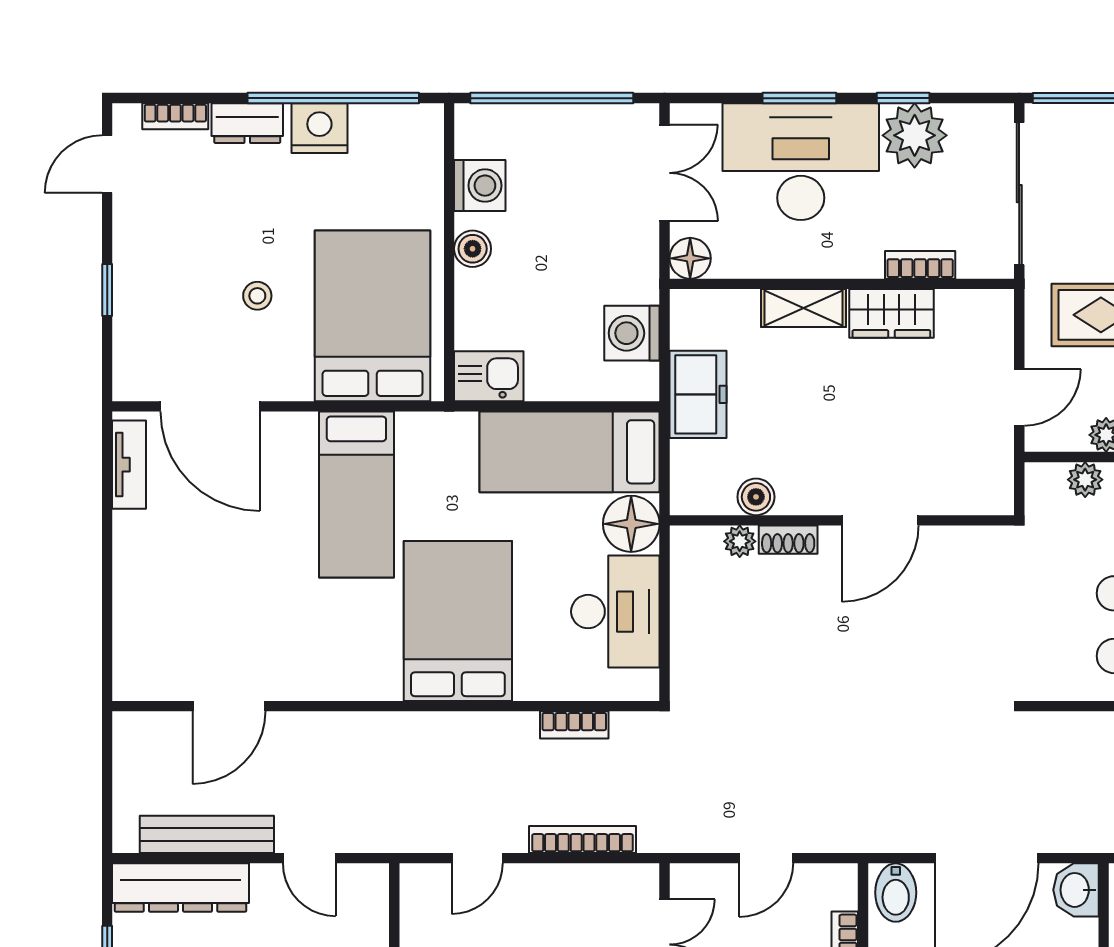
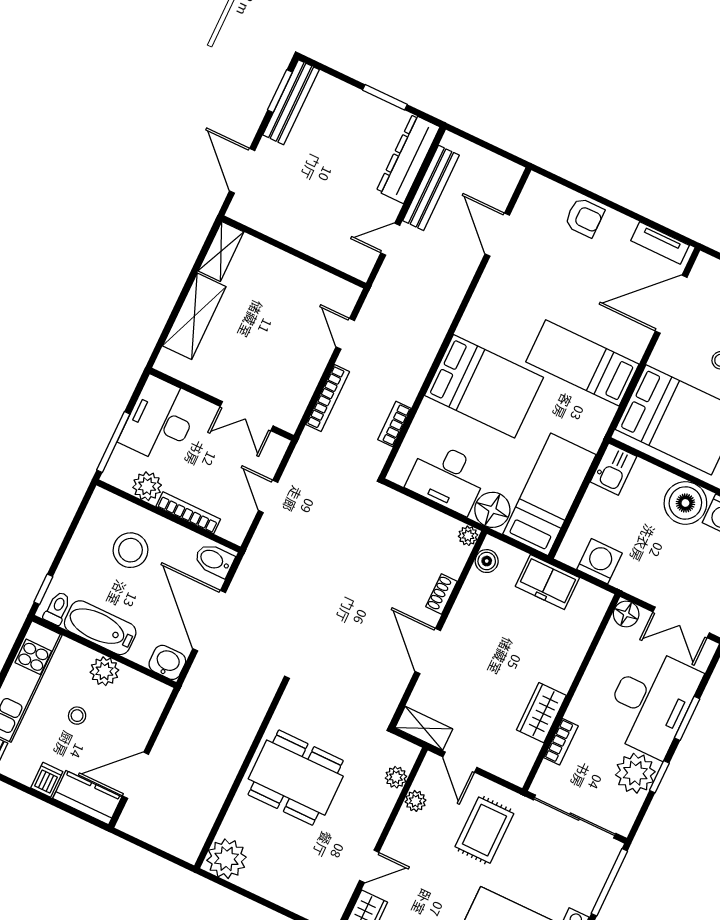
boiler: (473, 249) -> (685, 503), width x1.86, depth x1.86
shelving: (804, 308) -> (424, 728), moved, turned 90
boiler: (756, 497) -> (487, 561), moved
plant: (740, 541) -> (468, 536), moved
armchair: (144, 592) -> (584, 217), added

